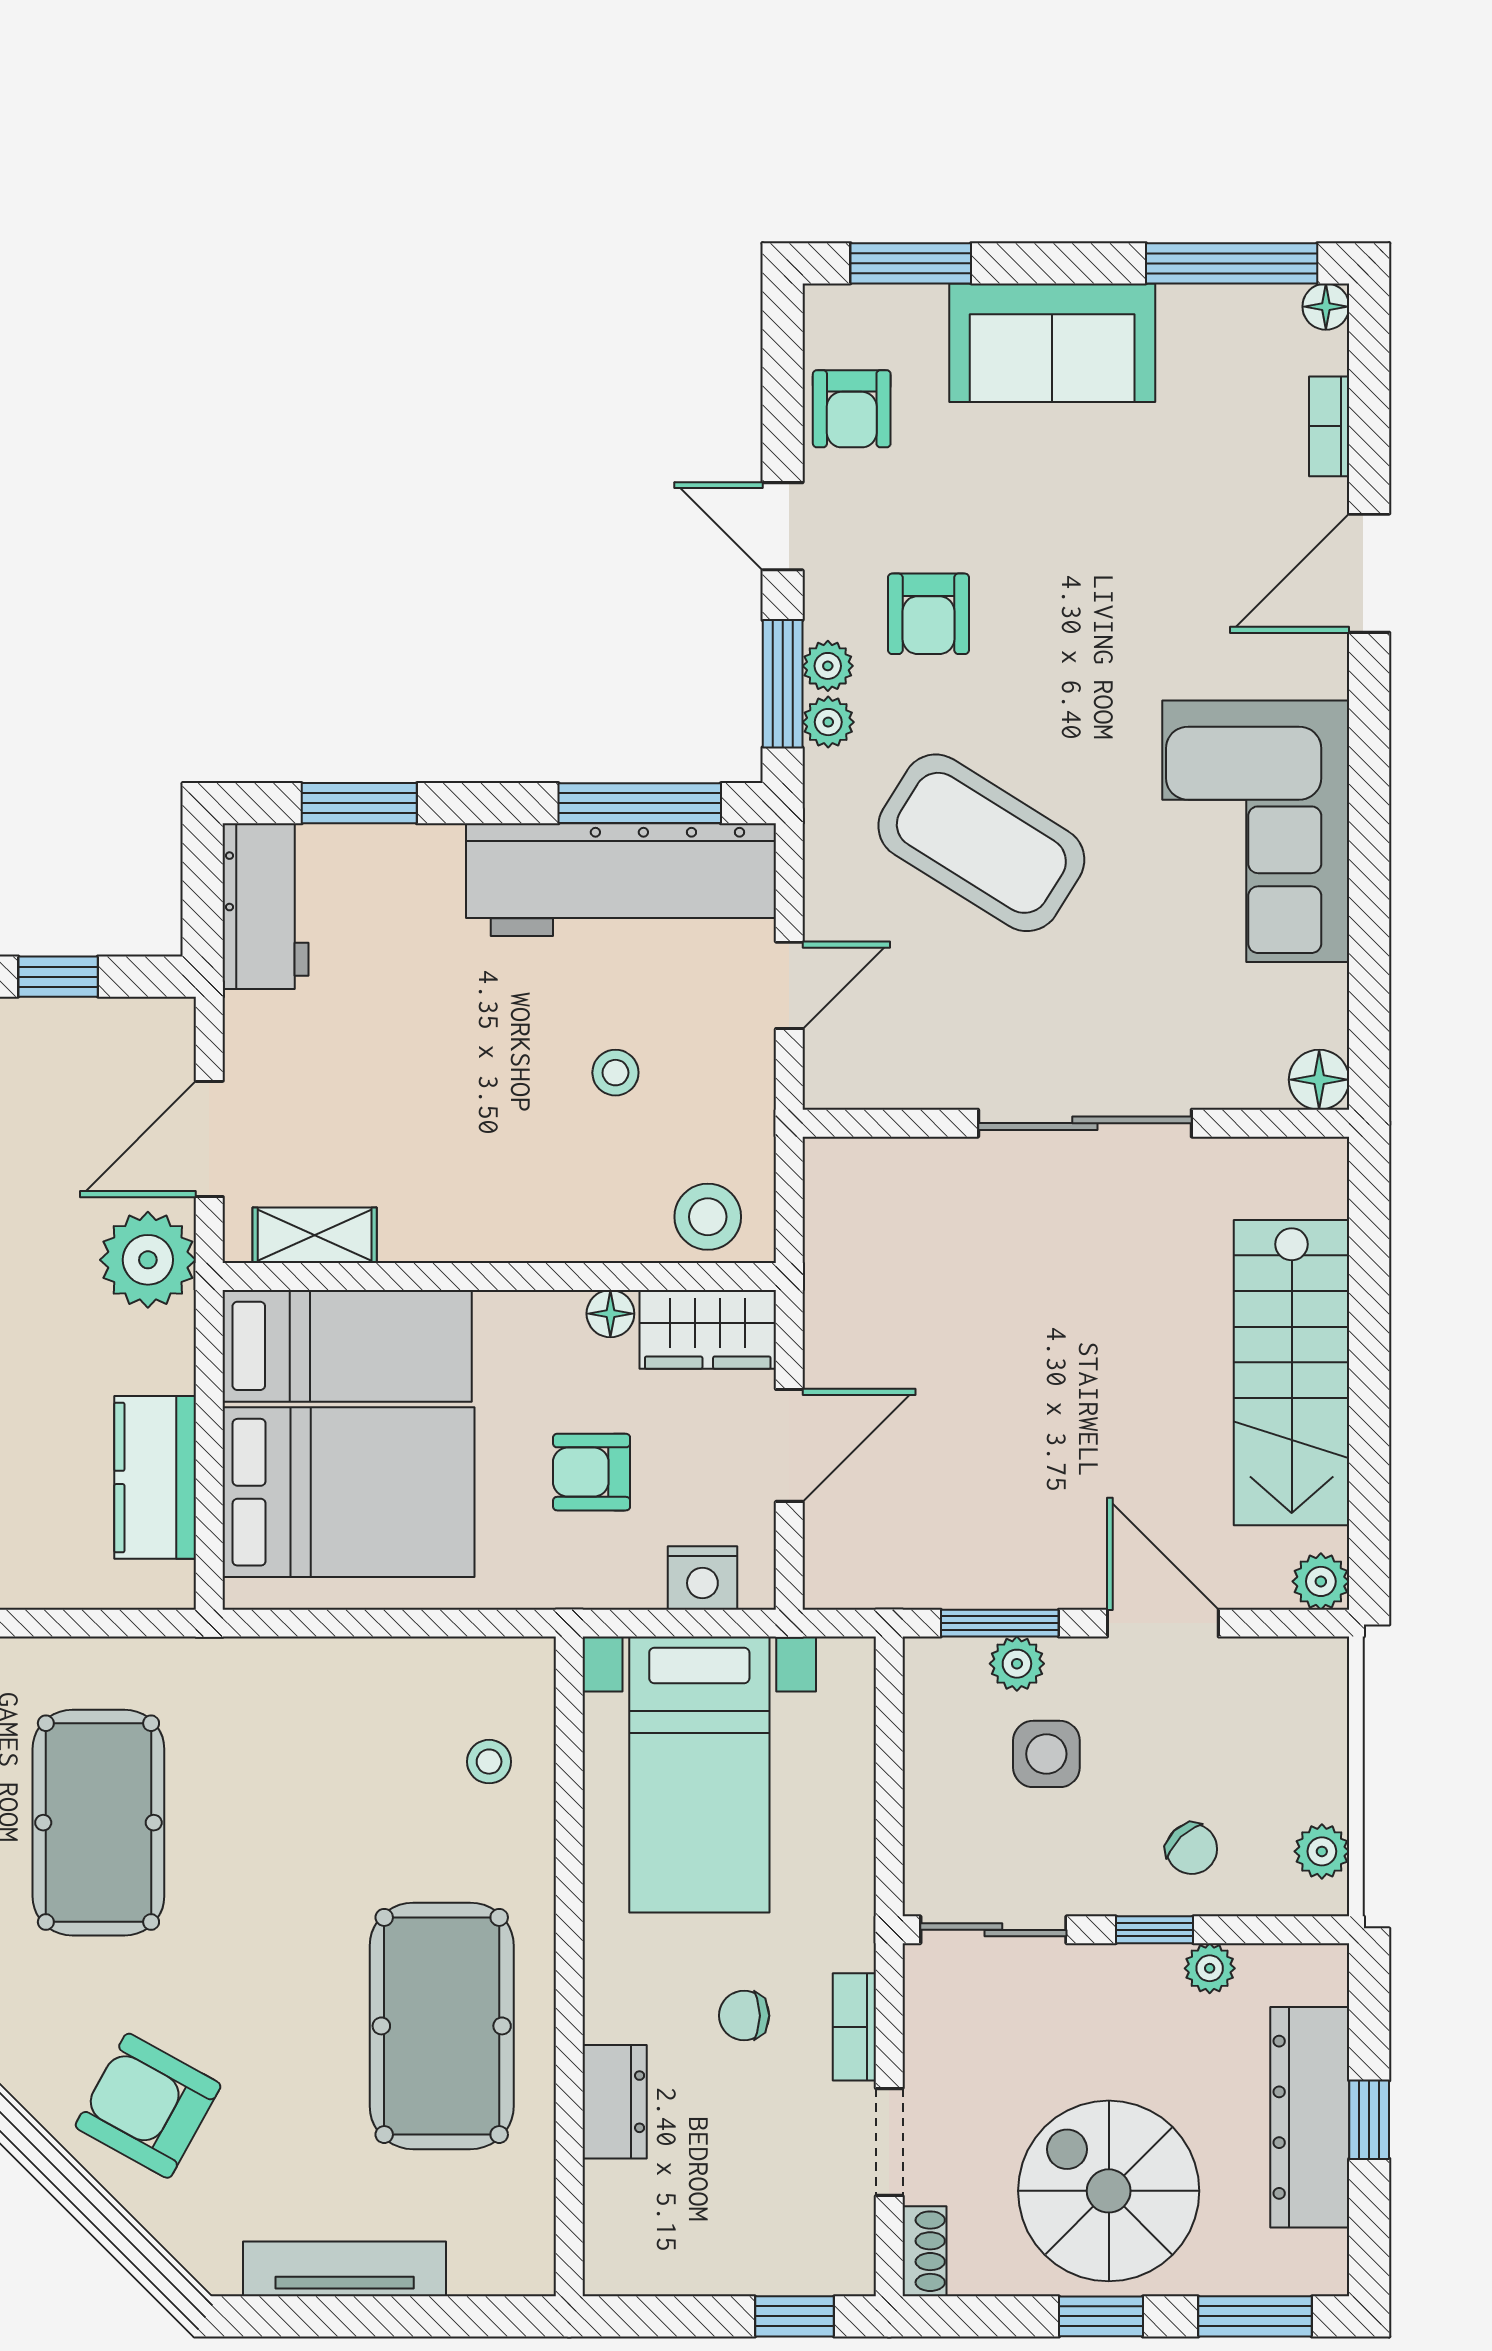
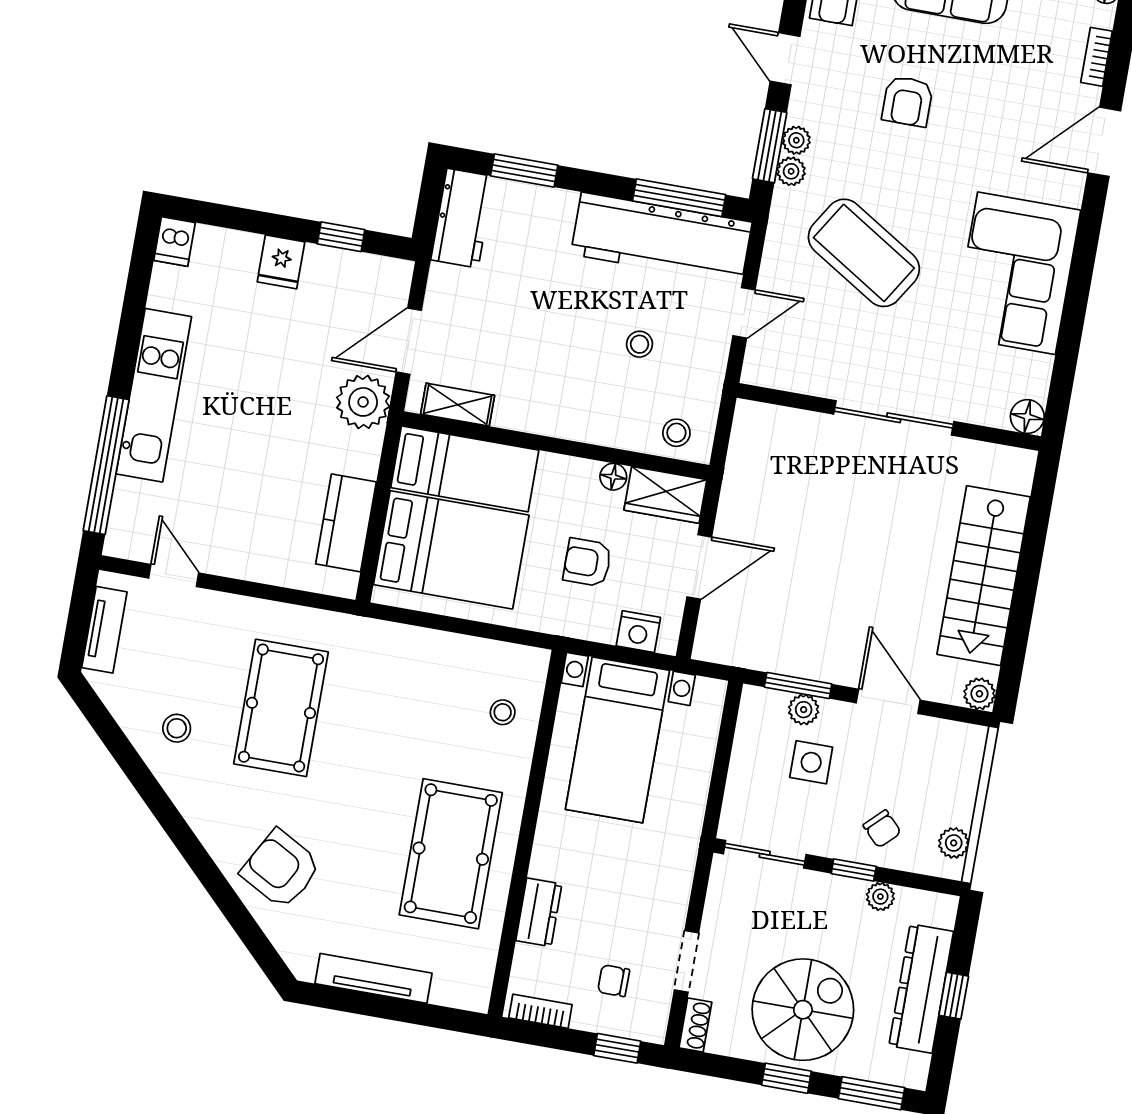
armchair: (928, 614) -> (907, 101), moved
stool: (708, 1217) -> (676, 433), width x0.73, depth x0.73
chair: (744, 2016) -> (614, 981), moved
bookcase: (854, 2027) -> (540, 1011), moved, turned 90
spiral stairs: (1109, 2191) -> (803, 1010), turned 90

